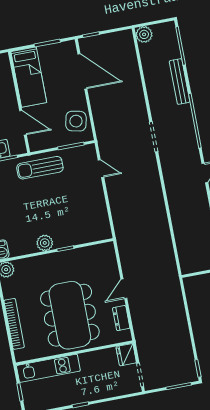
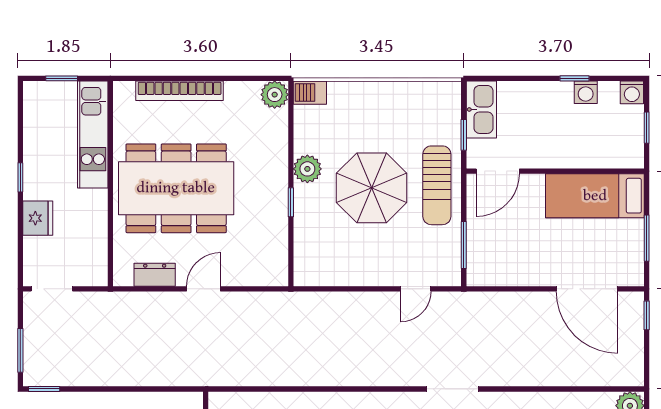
door: (82, 71) -> (587, 289), hinge flipped
side table: (76, 121) -> (505, 262), removed
door: (23, 123) -> (498, 171), moved
sun lounger: (40, 168) -> (437, 185), turned 180
parasol: (48, 204) -> (372, 188), added
door: (124, 289) -> (204, 289), hinge flipped
fridge: (126, 355) -> (38, 218), moved, turned 90

